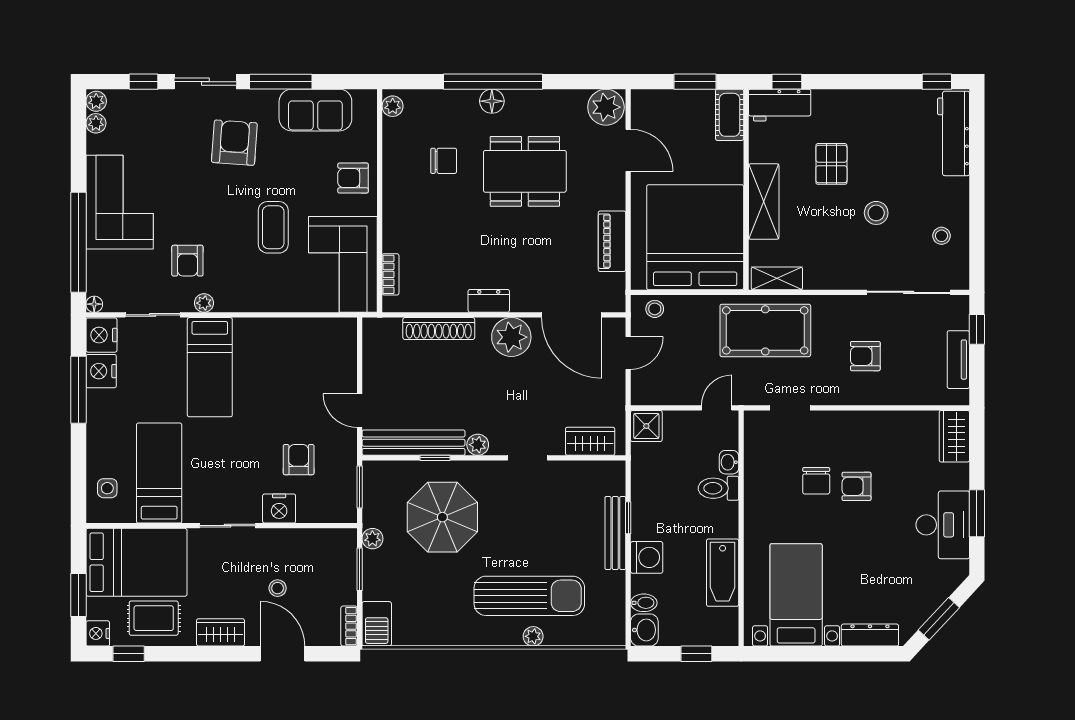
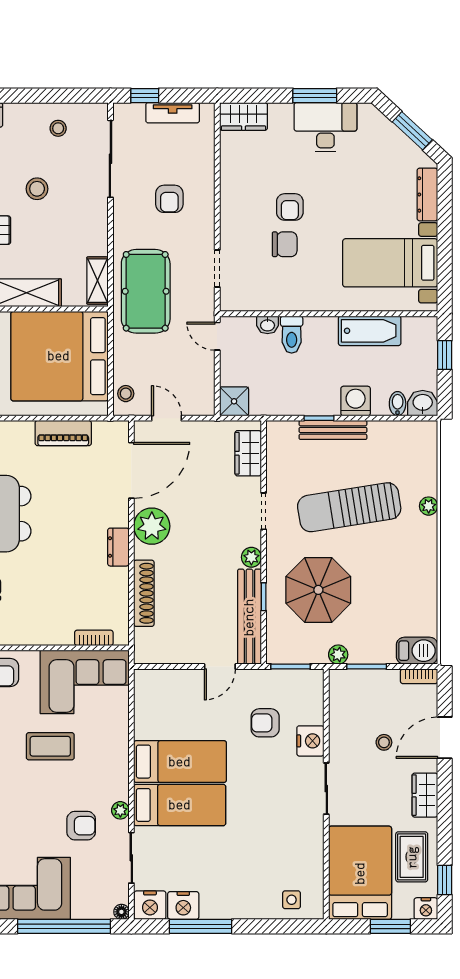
bed: (159, 473) -> (180, 762), moved, turned 180
sun lounger: (529, 596) -> (349, 507), moved, turned -99

